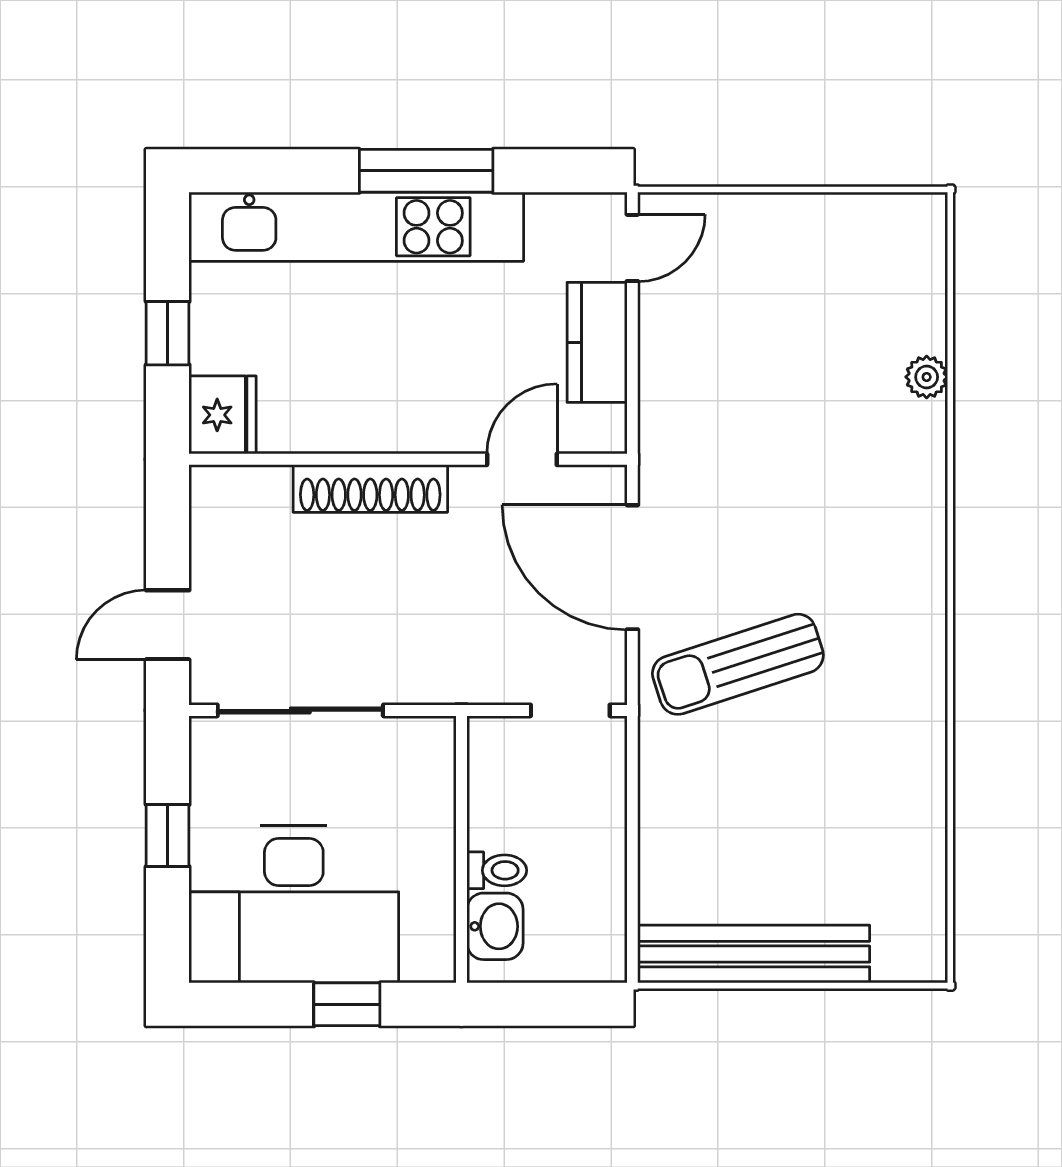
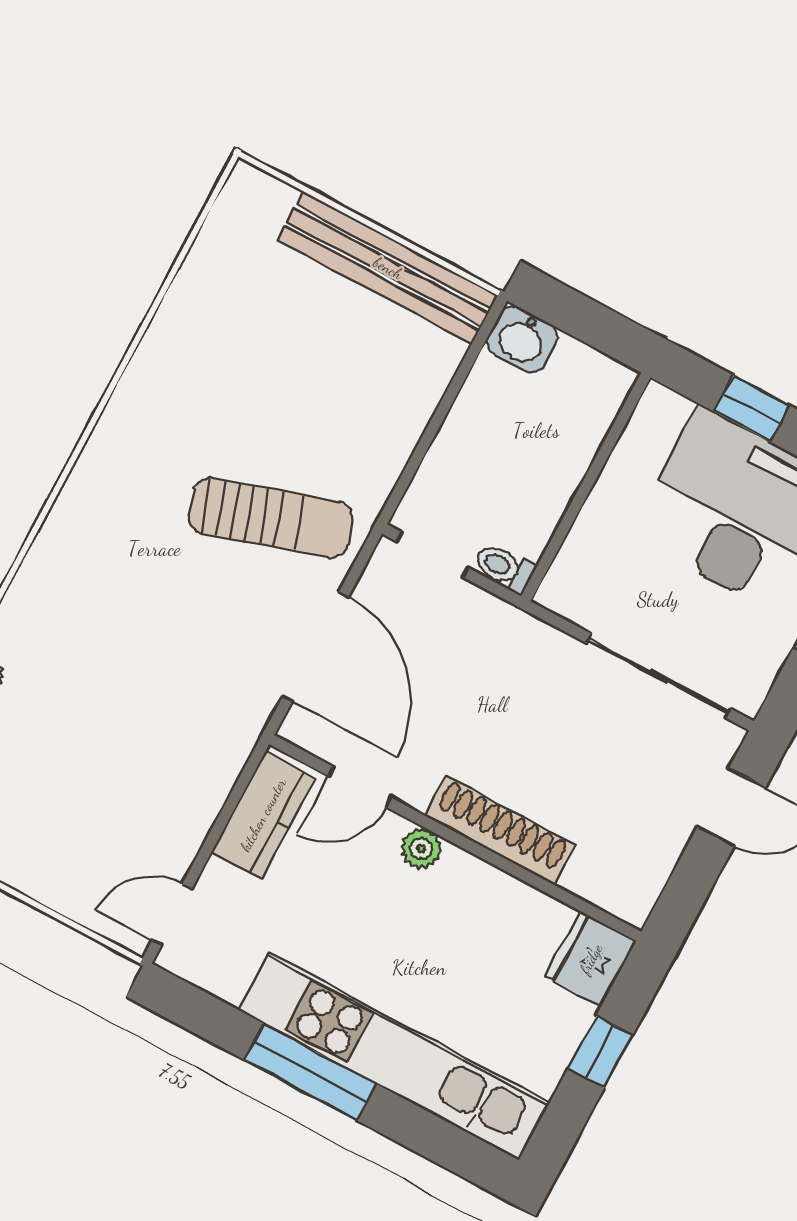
kitchen counter: (597, 342) -> (263, 815), moved
plant: (434, 433) -> (421, 849), added
toilet: (497, 870) -> (504, 568), moved
washbasin: (495, 926) -> (522, 339), moved, turned -90

